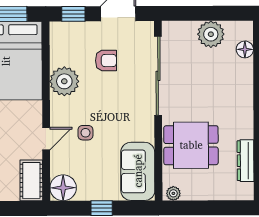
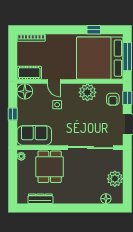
armchair: (106, 61) -> (113, 99), moved

